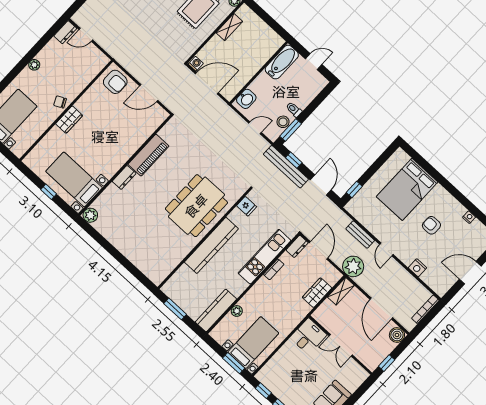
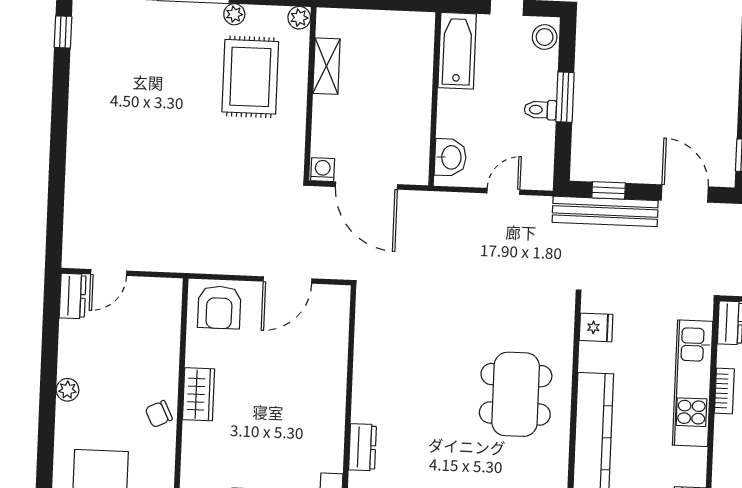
armchair: (115, 82) -> (219, 307), turned 90
door: (207, 83) -> (367, 186), swing flipped
wardrobe: (69, 120) -> (199, 394), moved
stool: (283, 122) -> (545, 37), moved
window: (291, 130) -> (565, 97), moved
piano: (148, 155) -> (371, 379), removed
dining table: (196, 206) -> (516, 394), width x0.73, depth x0.80

